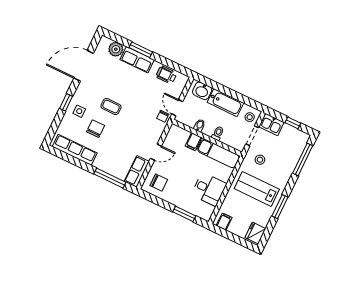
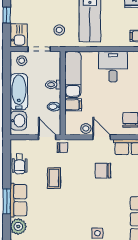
coffee table: (111, 107) -> (54, 178), moved
door: (177, 108) -> (47, 137), swing flipped
chair: (95, 129) -> (103, 171), moved
stool: (169, 143) -> (86, 128), added

